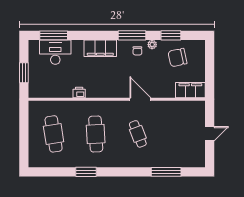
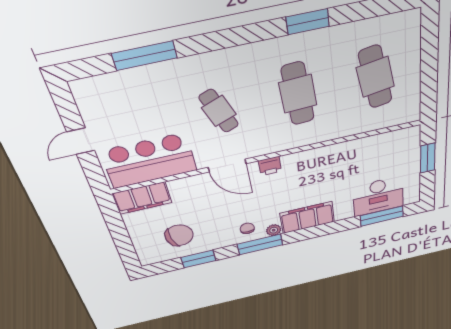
plant: (152, 45) -> (274, 230), moved
printer: (79, 92) -> (270, 166), moved
bar counter: (180, 113) -> (149, 161), added

